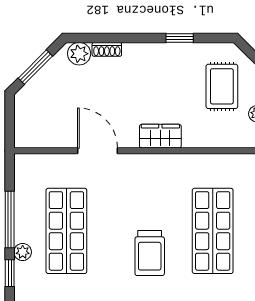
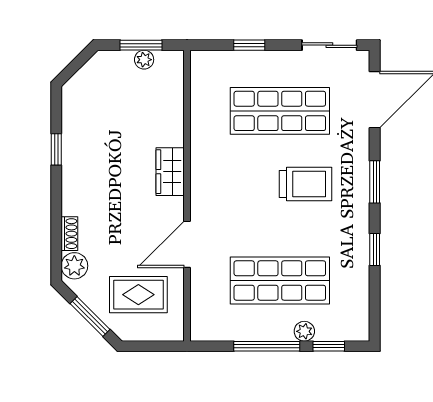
rug: (222, 86) -> (138, 295), moved

